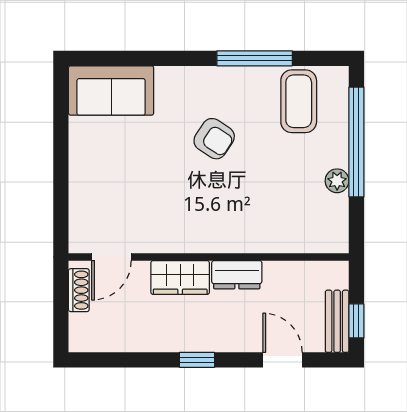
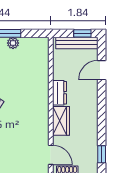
bench: (337, 321) -> (77, 43), width x1.36
window: (197, 360) -> (102, 154), moved

